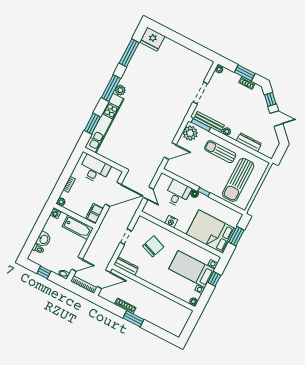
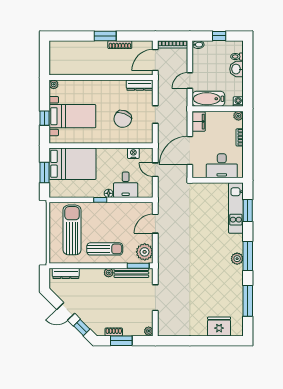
fridge: (152, 39) -> (219, 326), moved
kitchen unit: (104, 123) -> (236, 208), width x0.73
dresser: (249, 142) -> (66, 273), moved
nightstand: (171, 222) -> (133, 153), moved
door: (77, 264) -> (190, 80), moved

